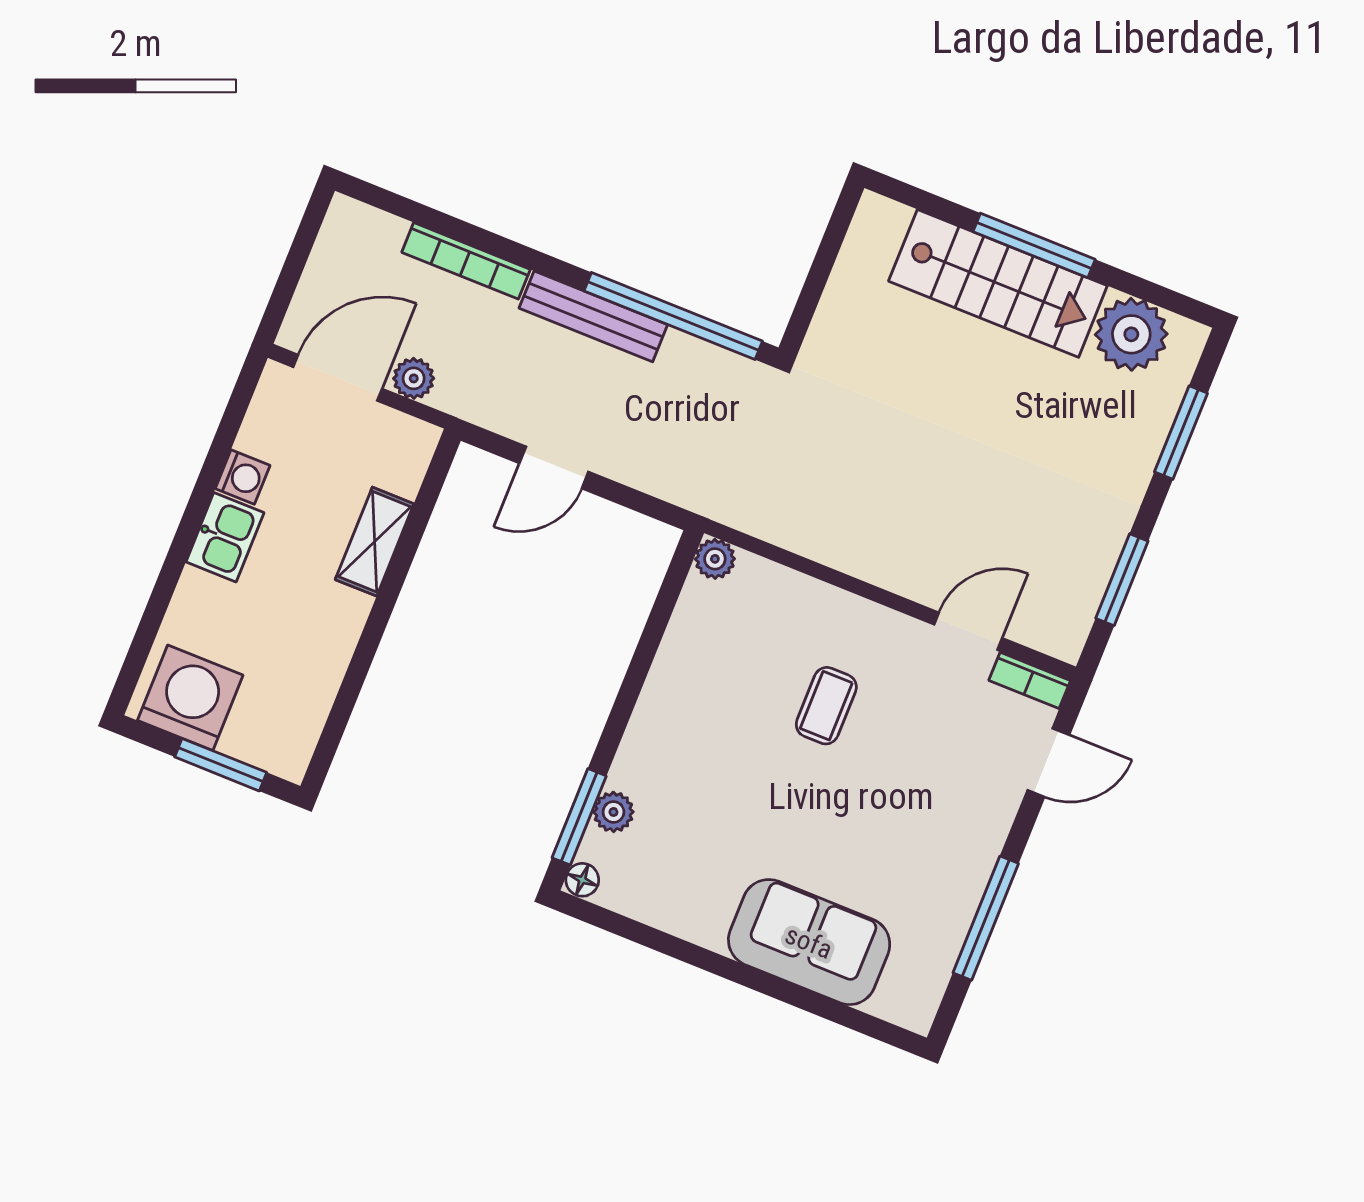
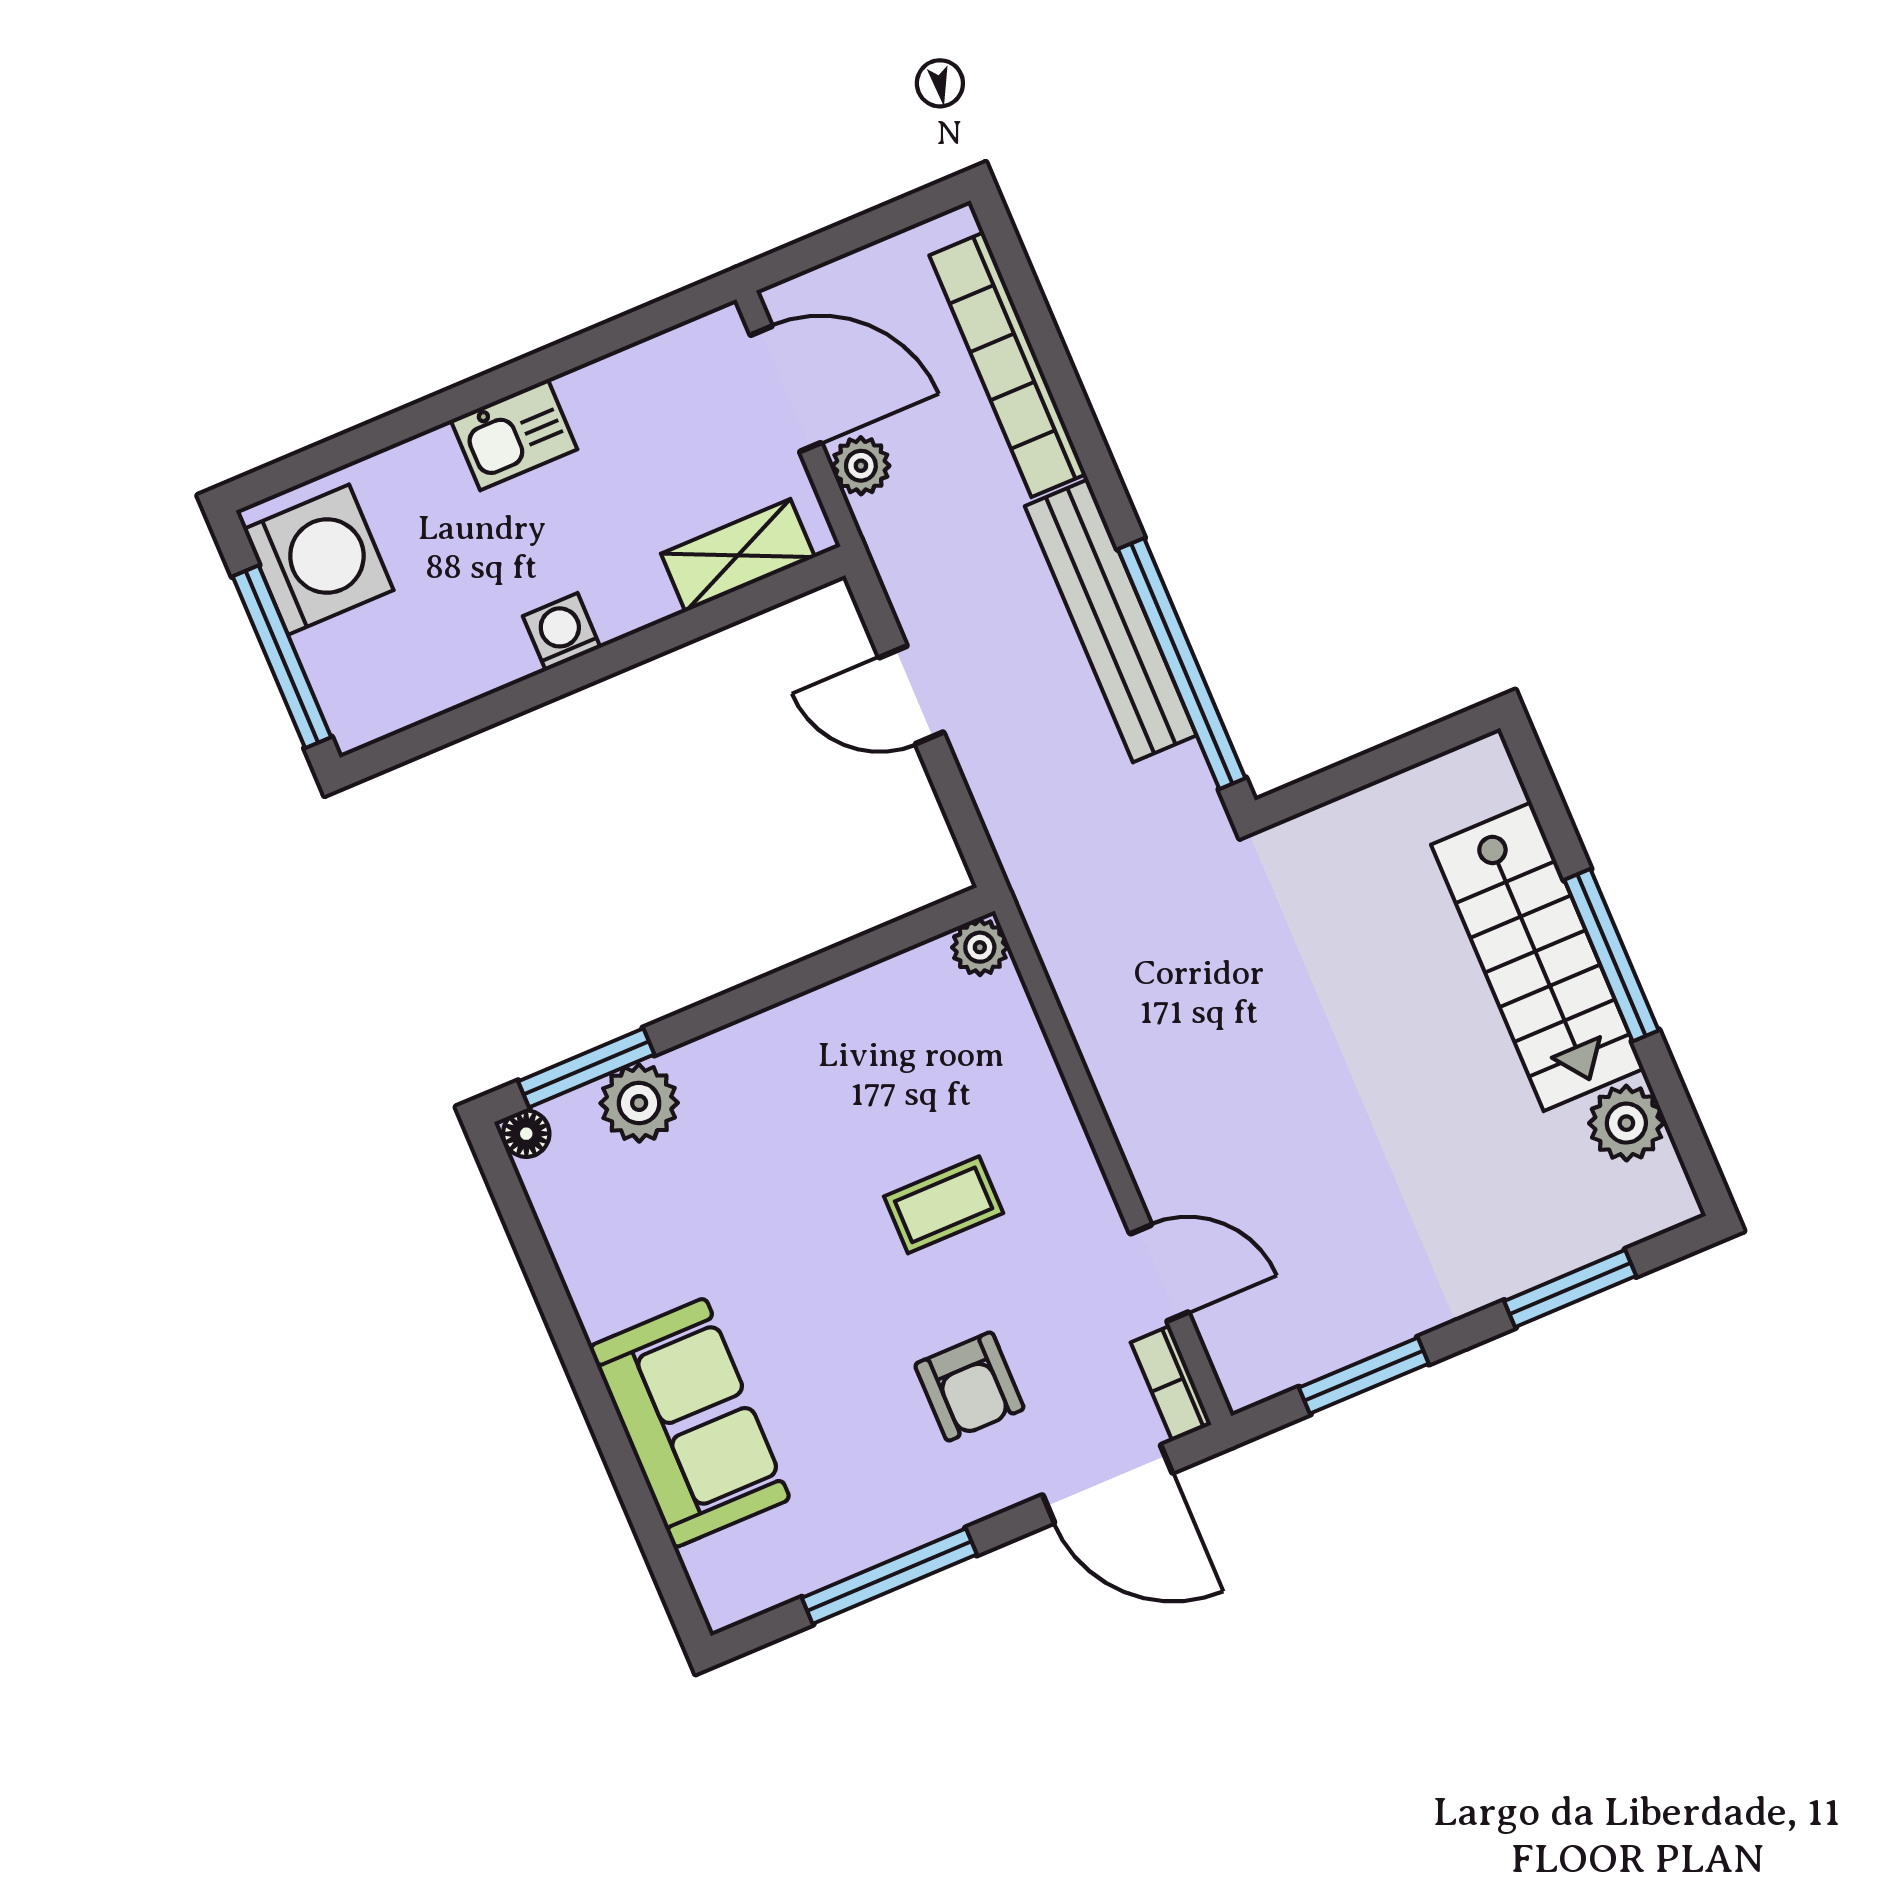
bookcase: (466, 261) -> (1008, 365), width x1.48, depth x1.31
bench: (593, 316) -> (1111, 621), width x1.37, depth x1.21
plant: (1131, 334) -> (1626, 1123), width x0.73, depth x0.73
washing machine: (243, 477) -> (562, 632), moved, turned 180
shelving: (375, 542) -> (738, 555), moved
door: (1048, 763) -> (1108, 1484), width x1.38
window: (221, 765) -> (282, 657), width x1.44
armchair: (930, 783) -> (969, 1387), added
plant: (613, 812) -> (639, 1103), width x1.38, depth x1.38

